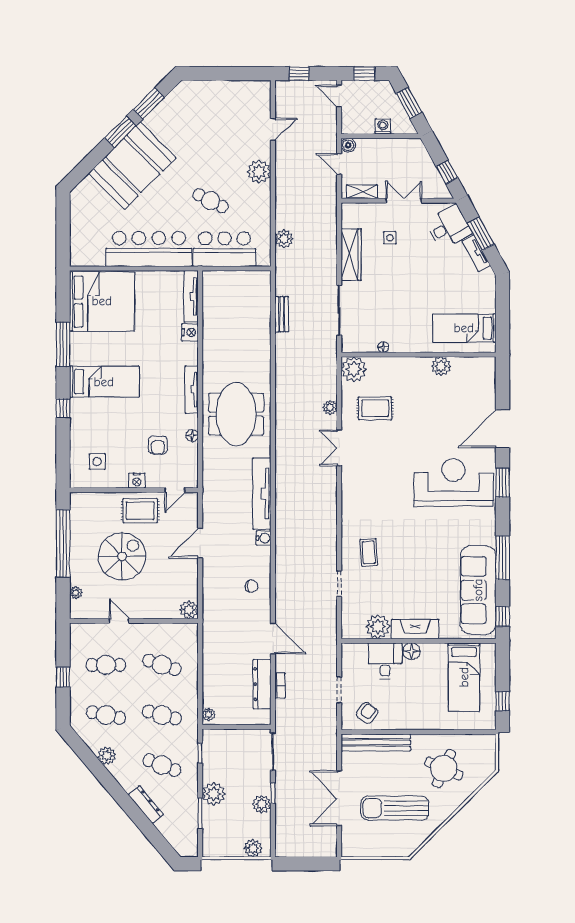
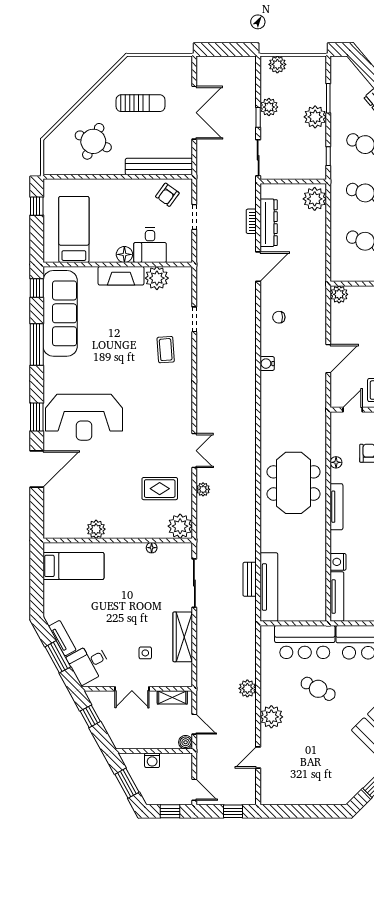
plant: (284, 239) -> (247, 688), moved
tv unit: (262, 494) -> (269, 587), moved
door: (273, 639) -> (258, 267), swing flipped
plant: (209, 715) -> (315, 199), width x1.88, depth x1.88
sun lounger: (395, 808) -> (140, 103), width x0.73, depth x0.75

